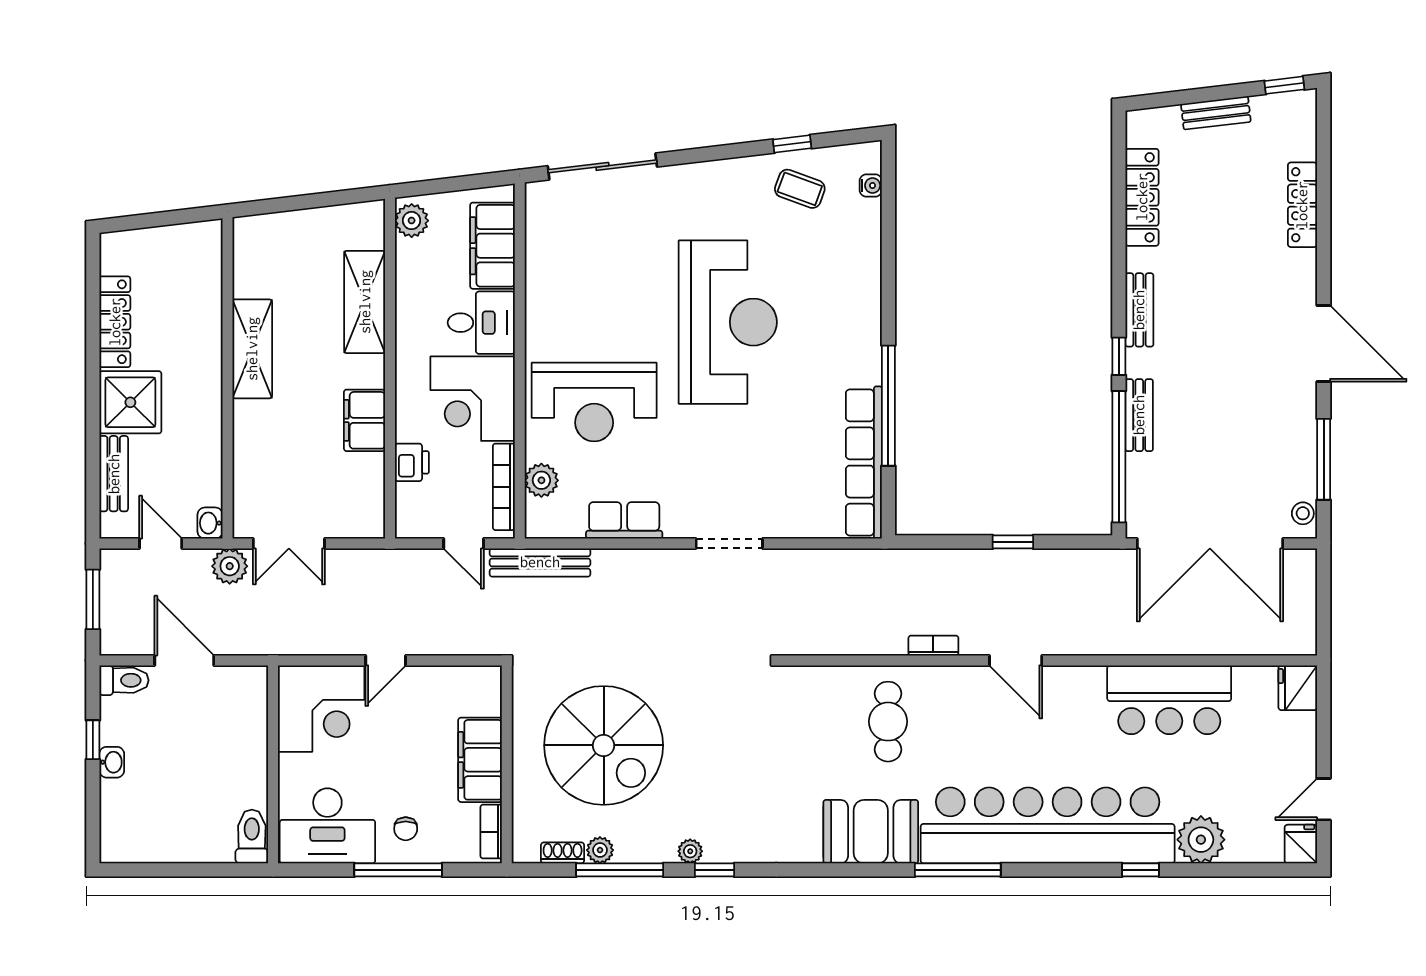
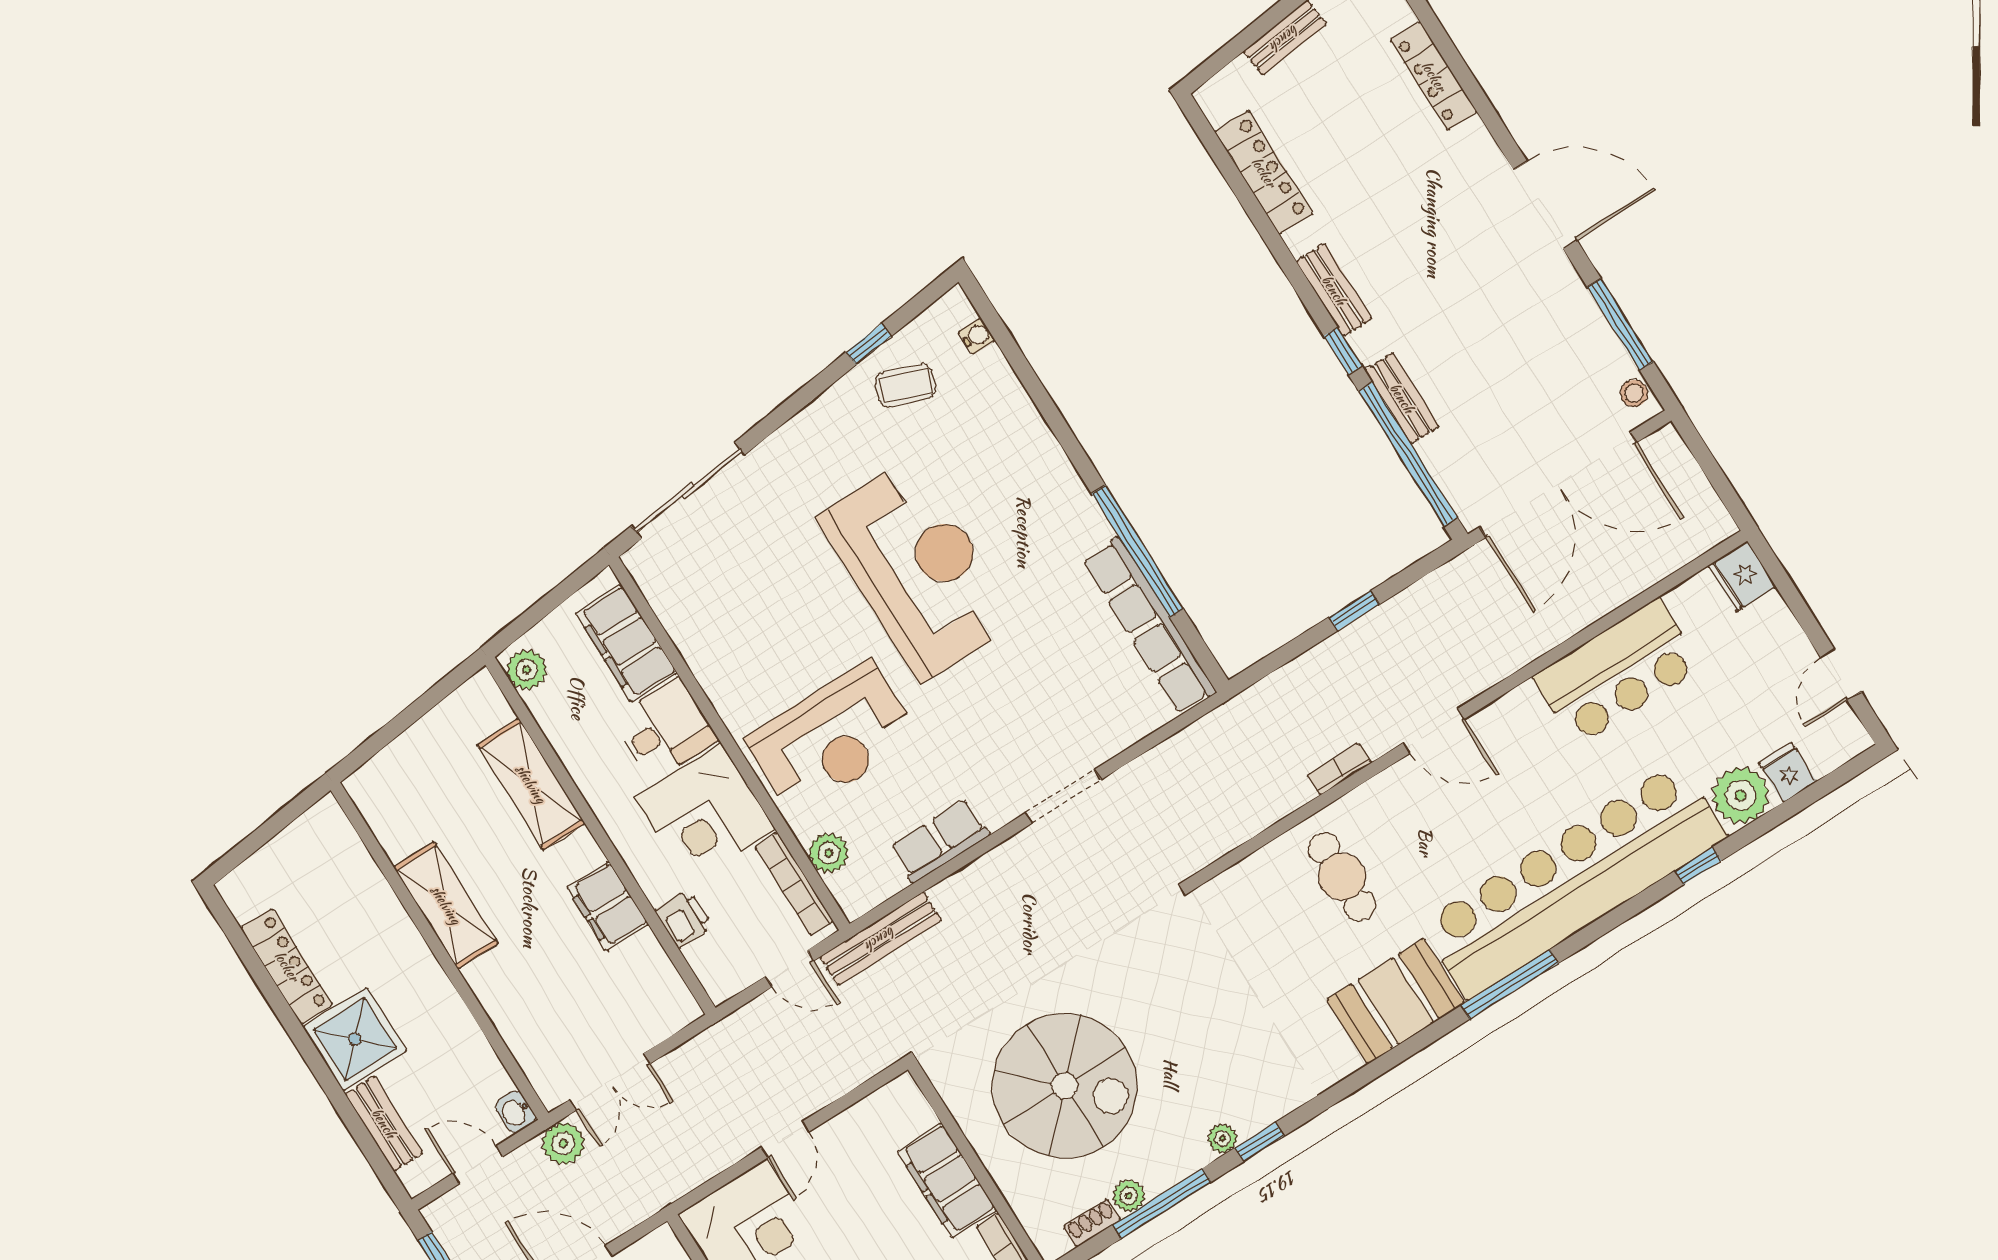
fridge: (1301, 844) -> (1787, 772), moved

